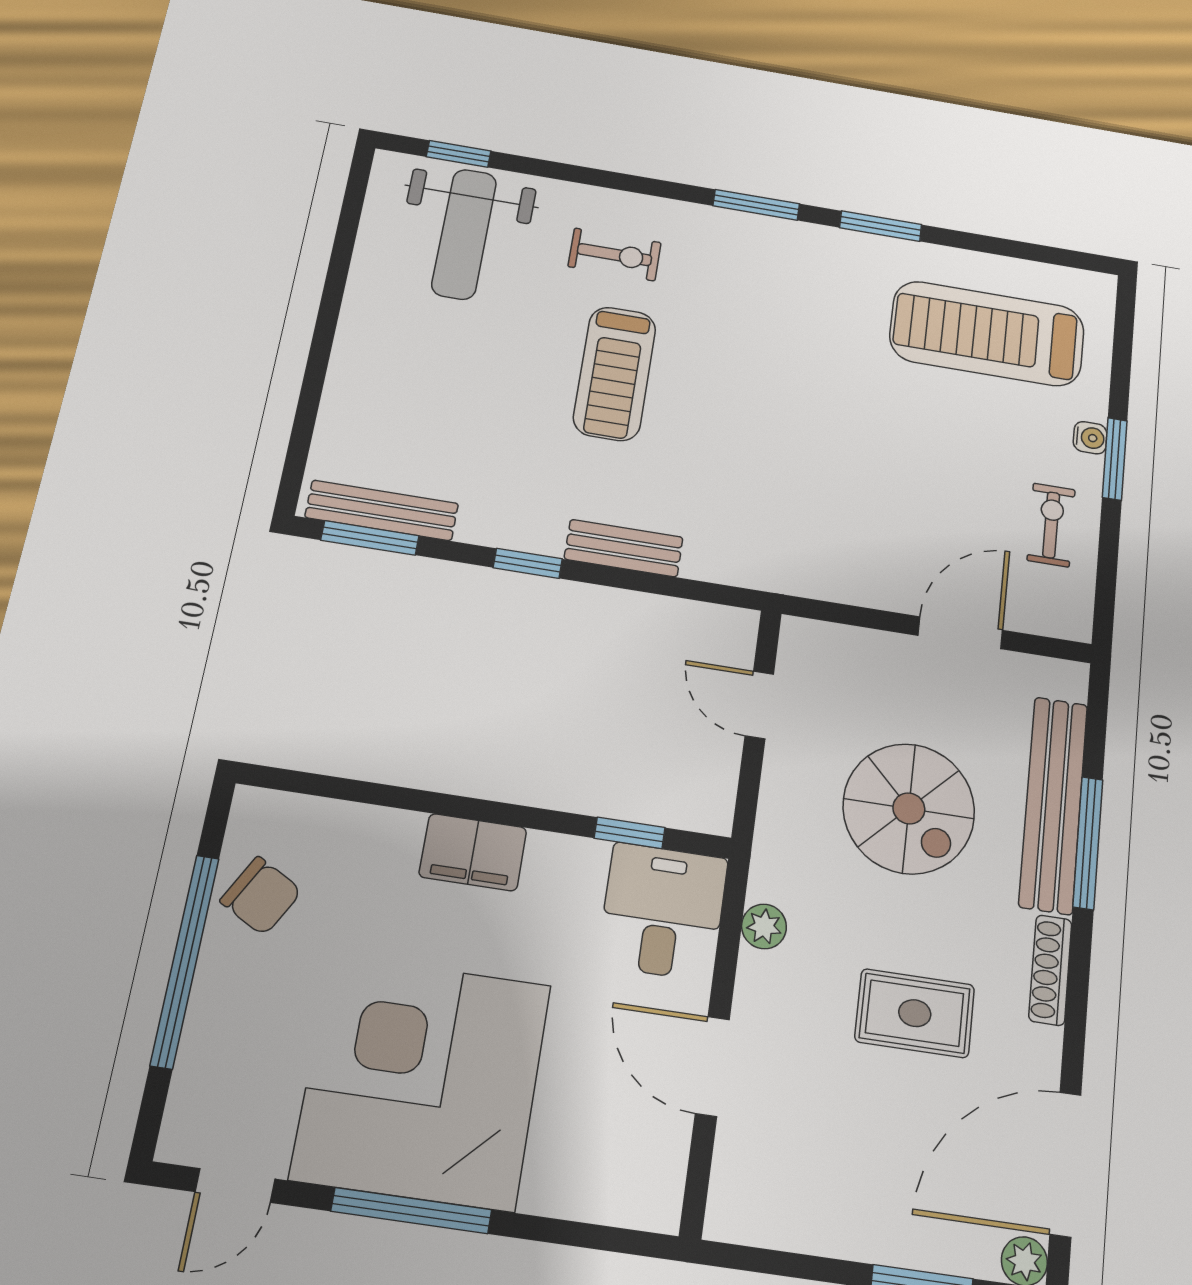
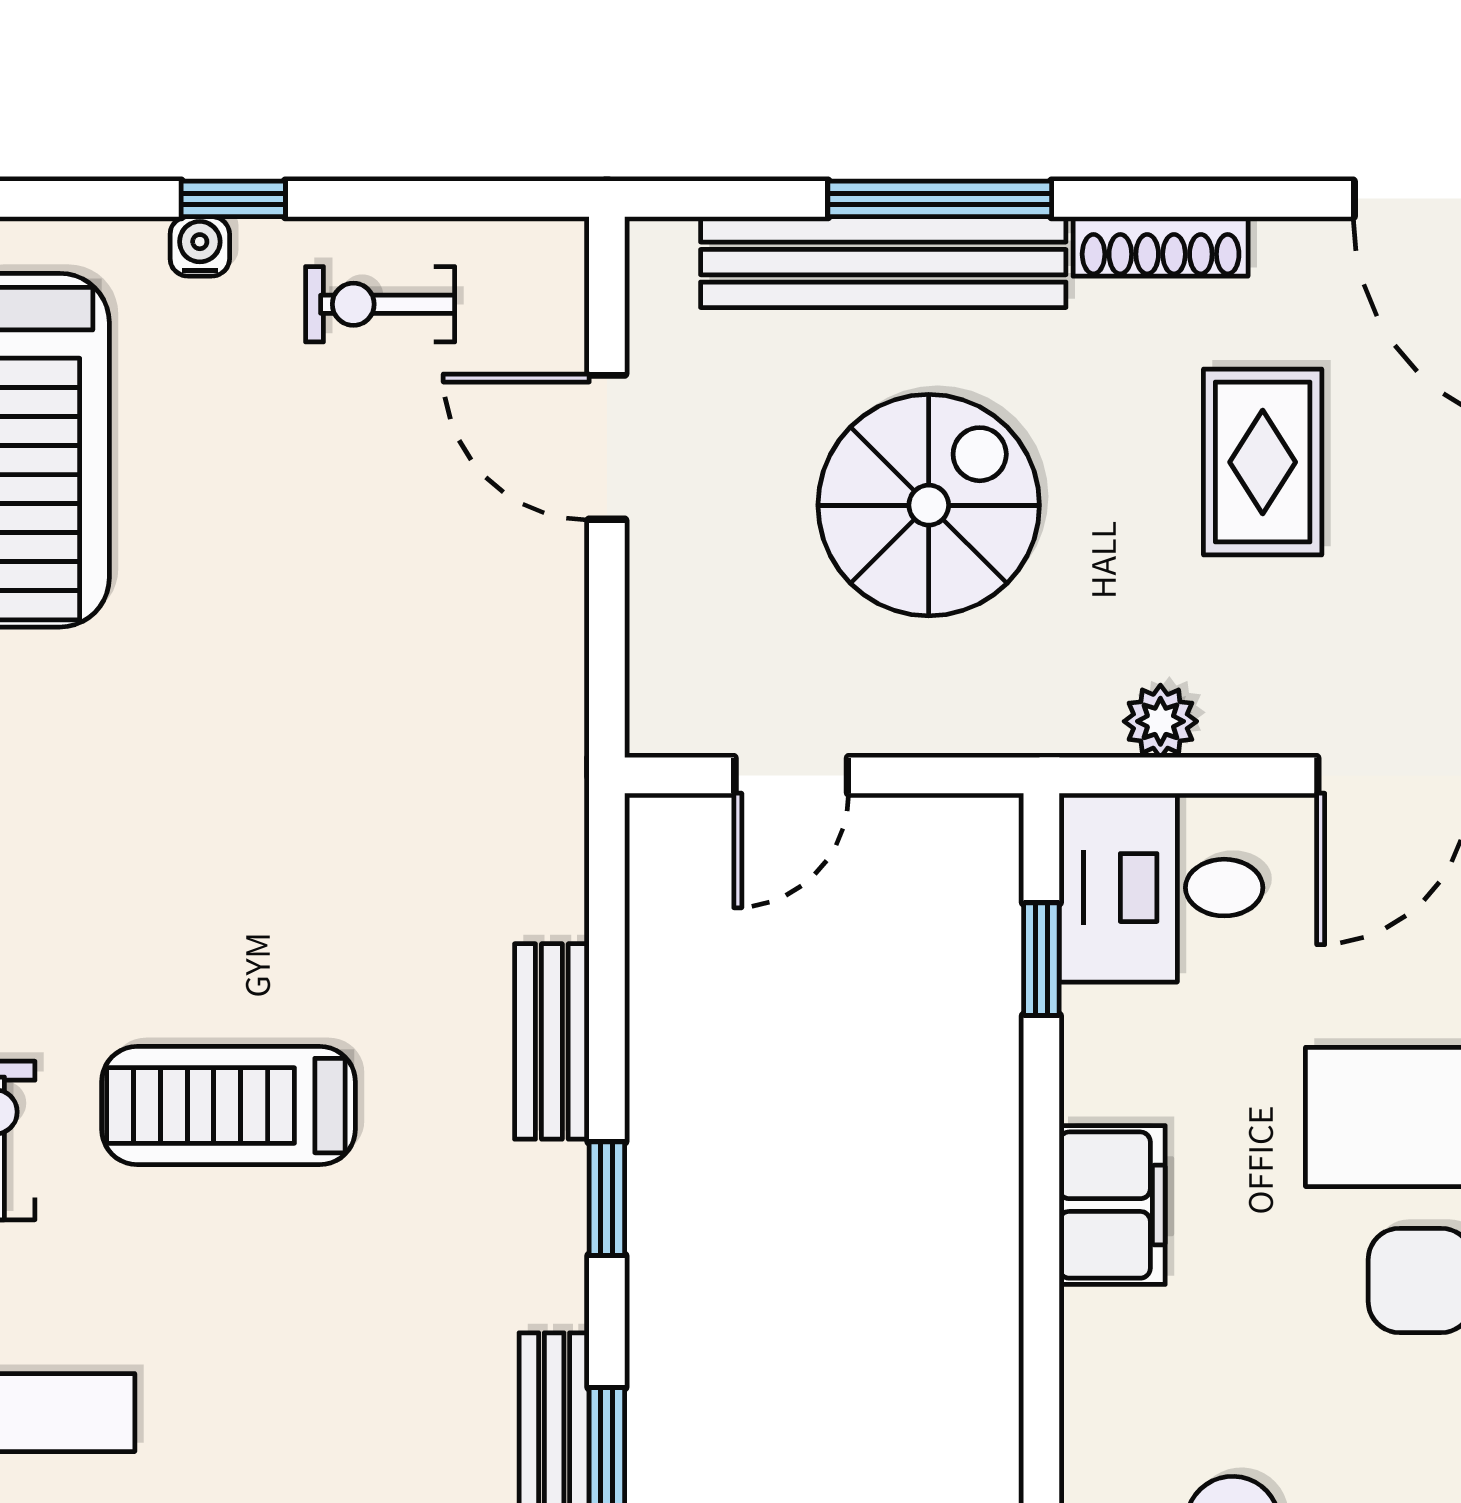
treadmill: (615, 373) -> (228, 1106), turned 180
window: (1115, 459) -> (233, 199), width x0.67

